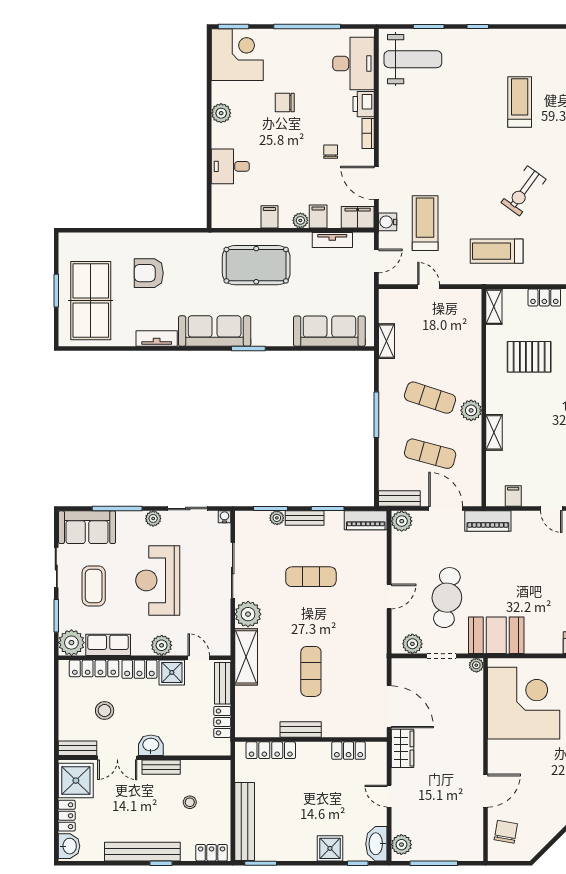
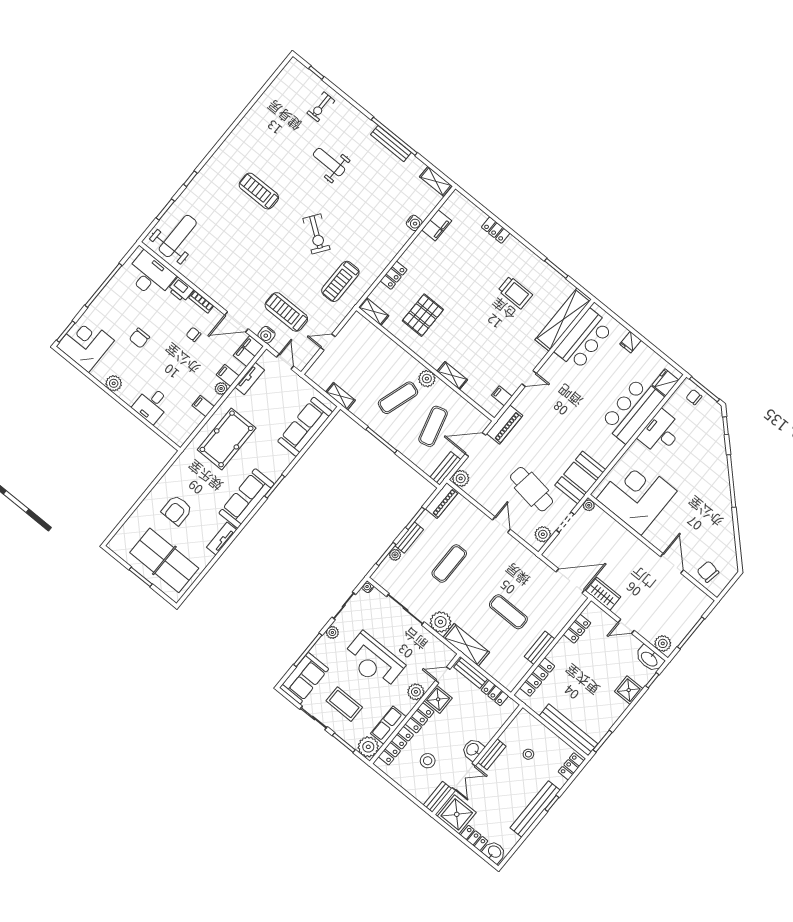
exercise mat: (430, 454) -> (433, 426), turned -30

